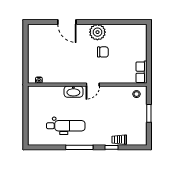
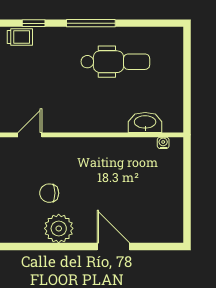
door: (93, 85) -> (30, 135), moved
washbasin: (73, 92) -> (145, 123), moved
dental chair: (66, 126) -> (115, 62), turned 180

